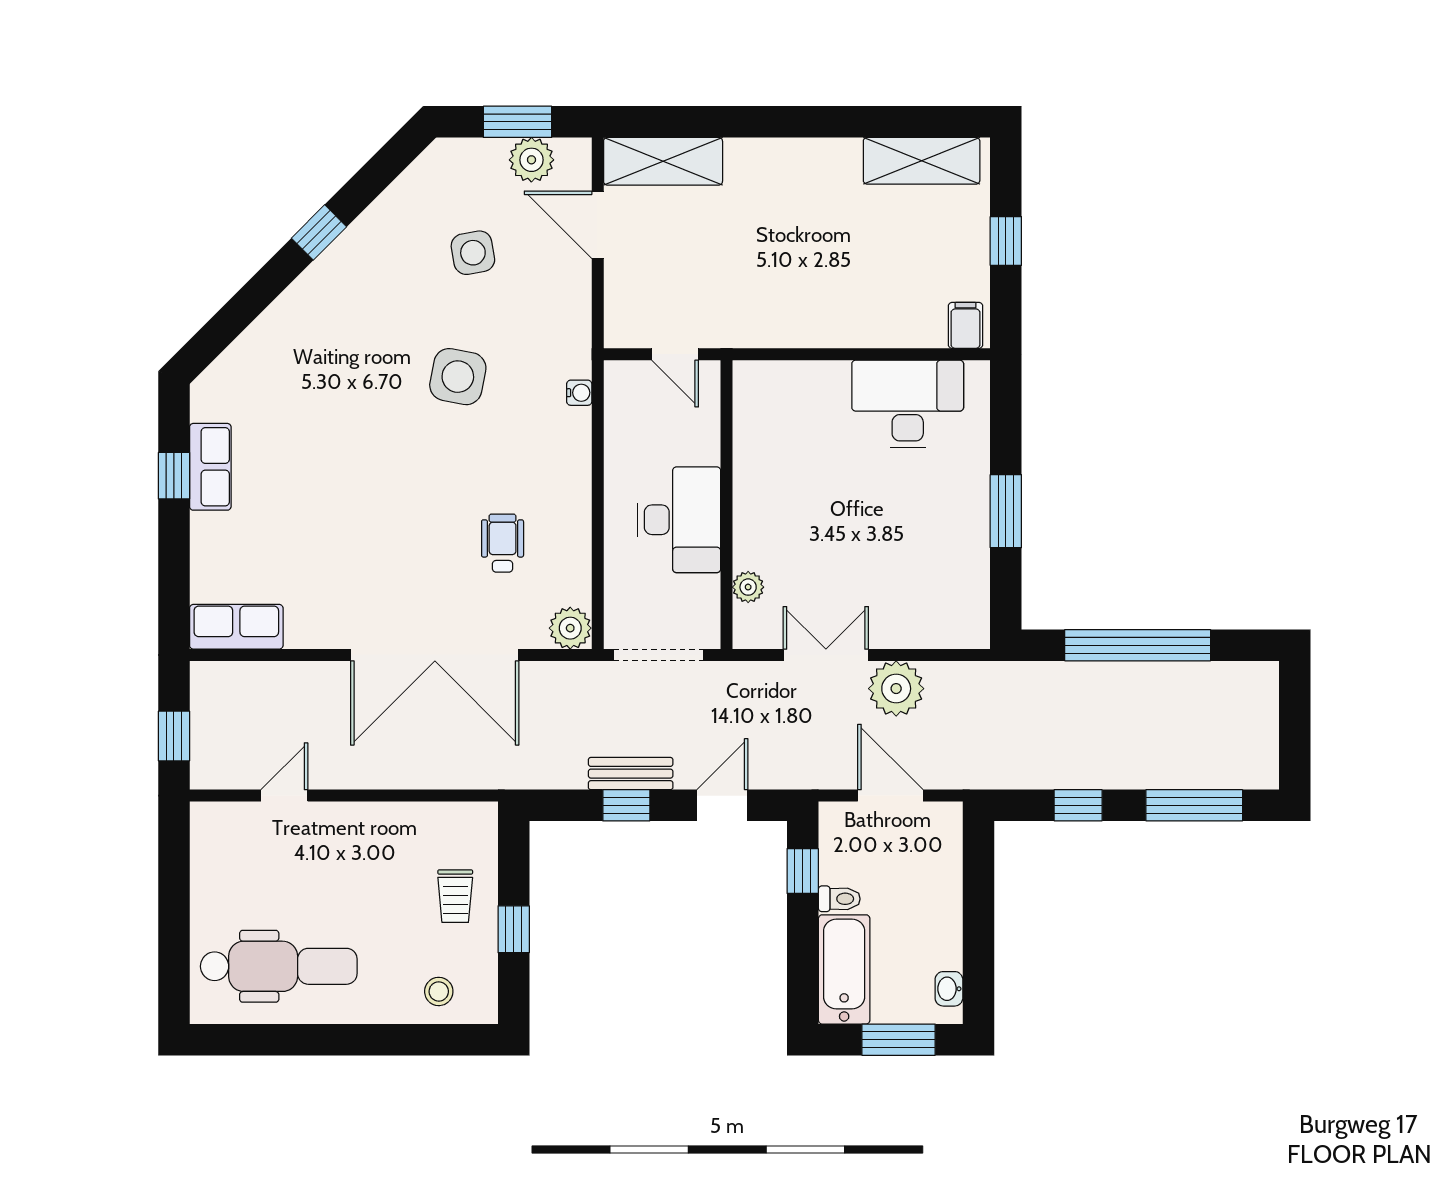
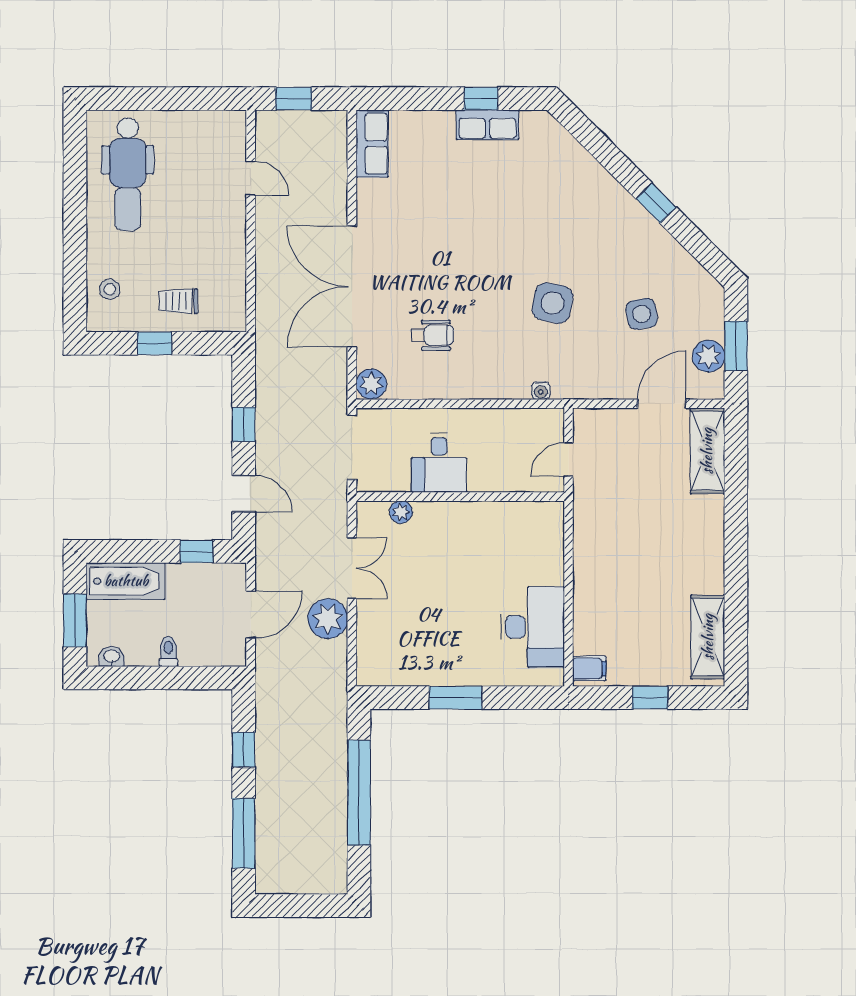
desk: (679, 520) -> (439, 462), width x0.73
bench: (631, 774) -> (267, 427), removed
toilet: (839, 899) -> (168, 652), moved, turned 180

